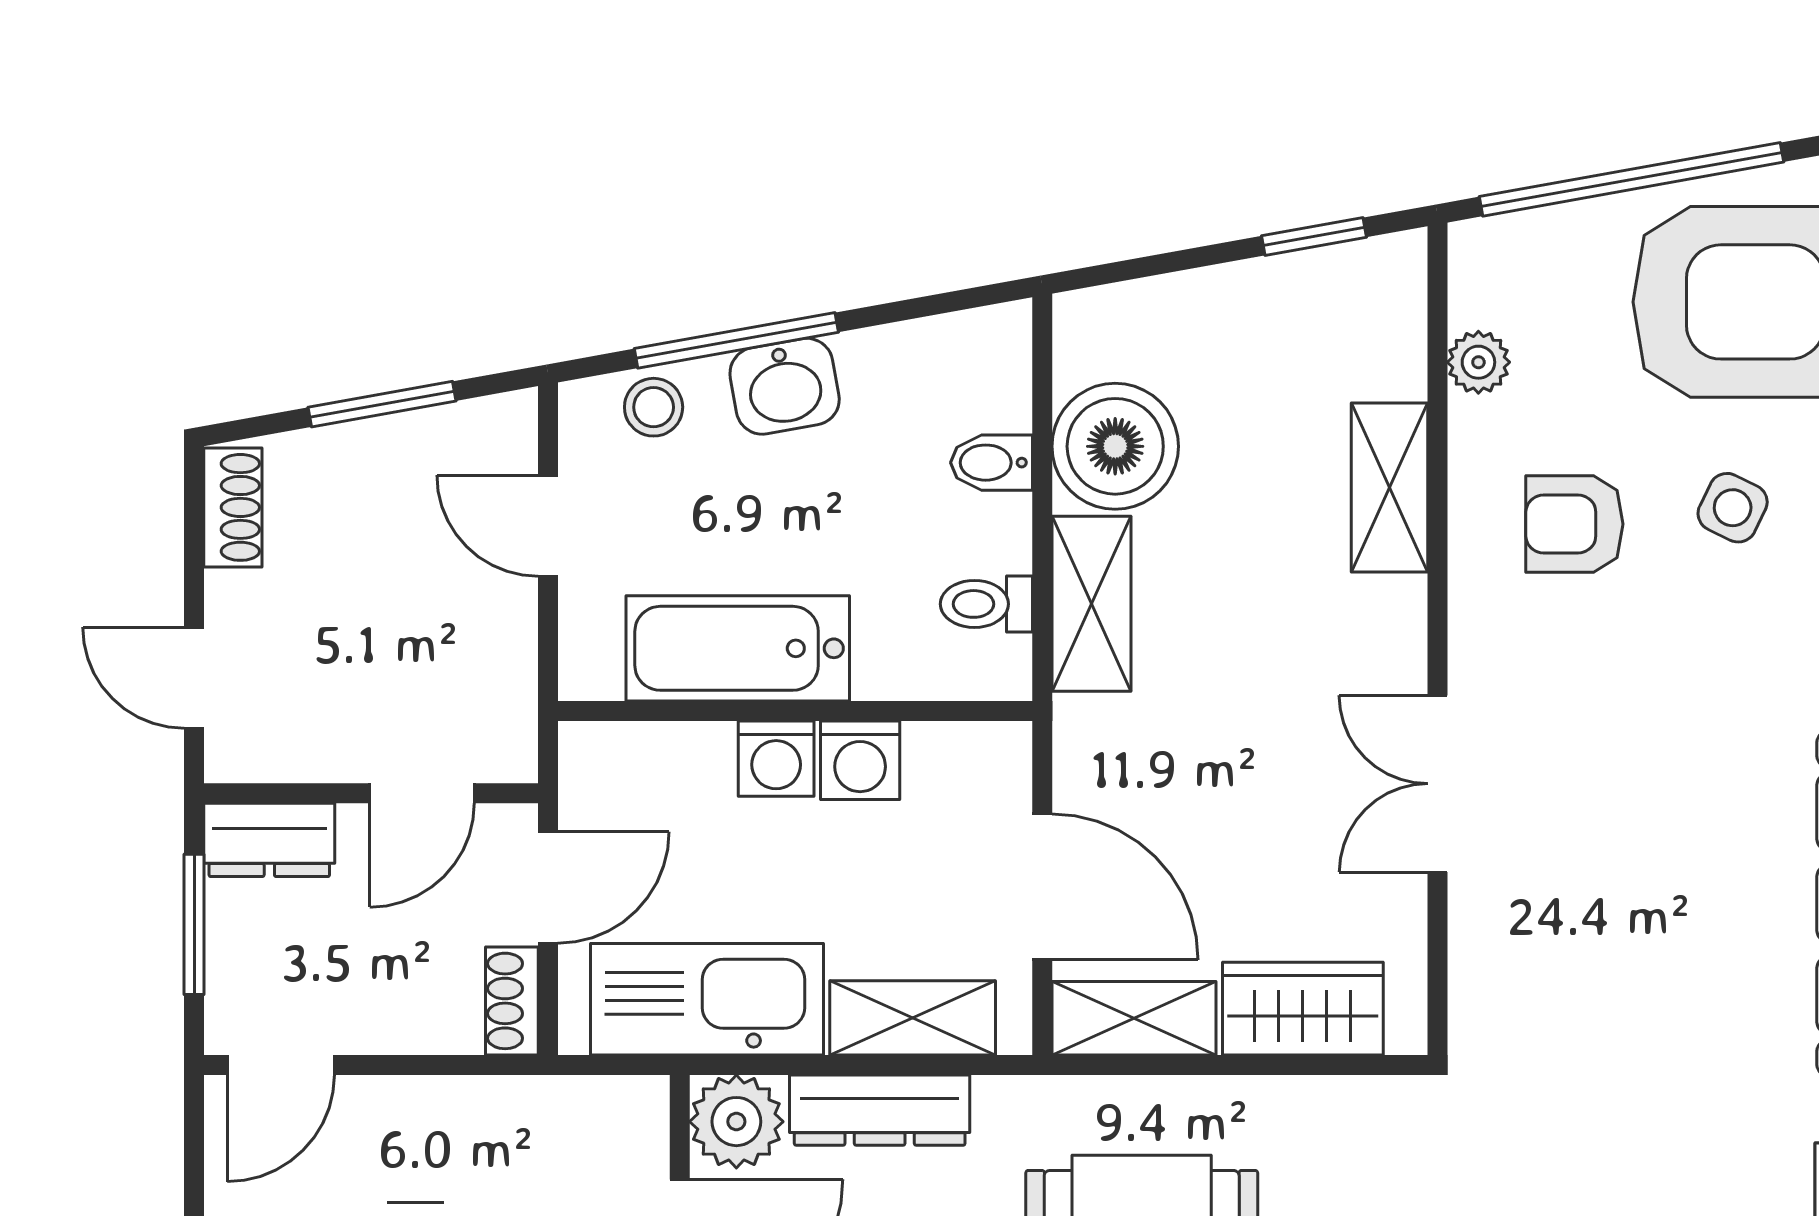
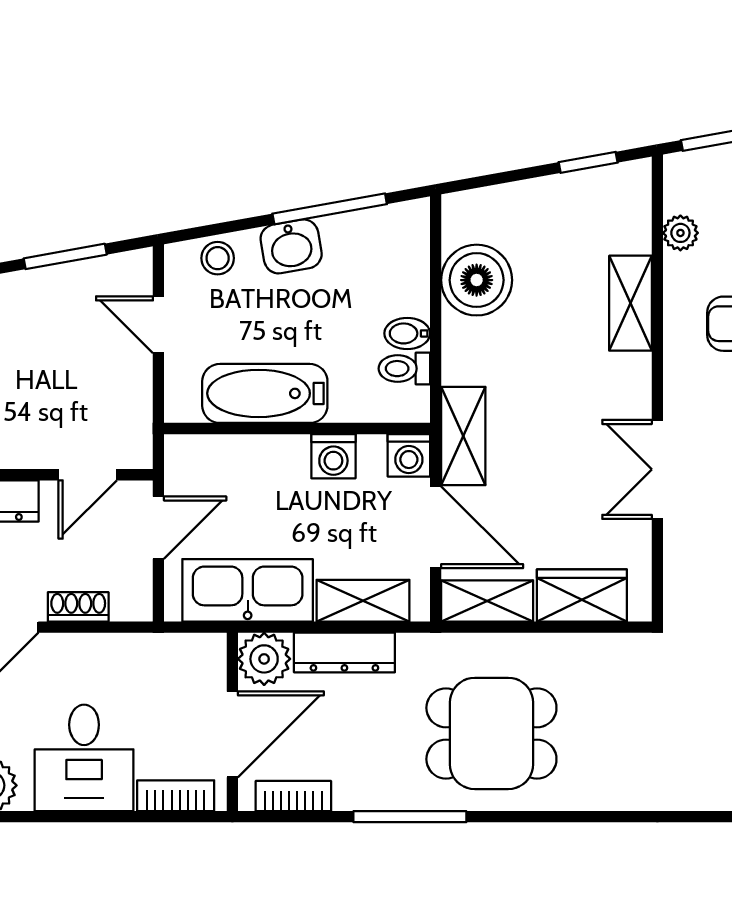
window: (736, 340) -> (330, 209), moved
bidet: (991, 463) -> (407, 333), moved
shelving: (1091, 604) -> (463, 436), moved
washing machine: (776, 759) -> (409, 455), moved
shoe rack: (512, 1001) -> (78, 607), moved, turned 90

